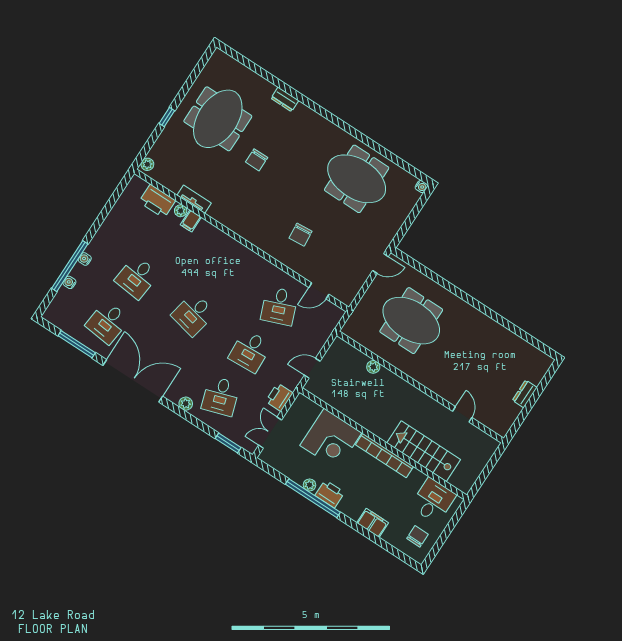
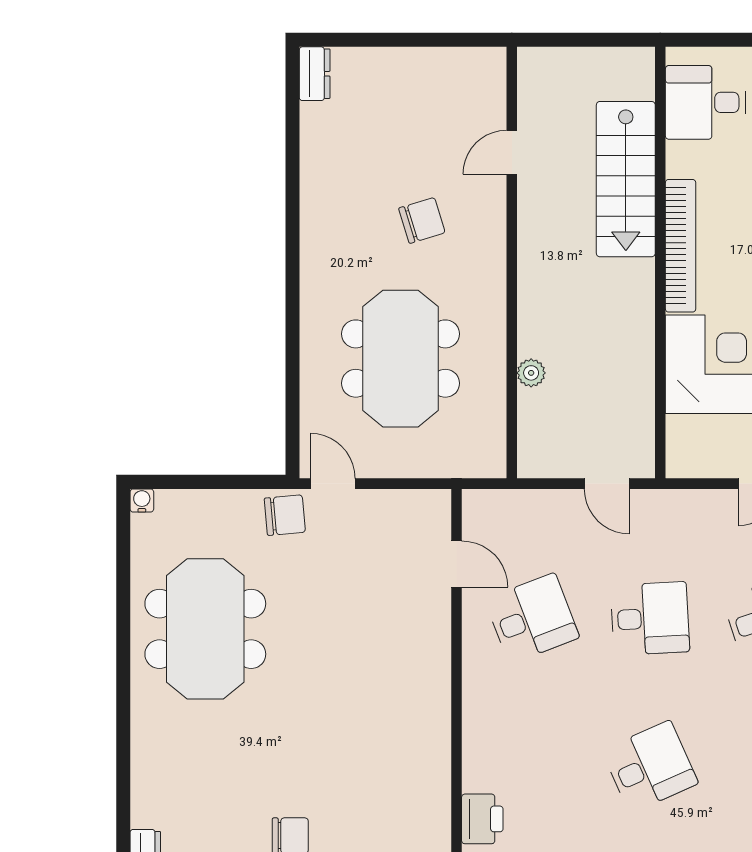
chair: (301, 235) -> (285, 515), moved
desk: (193, 314) -> (650, 767), turned -36
chair: (459, 363) -> (422, 220), added
dresser: (525, 394) -> (315, 74), moved, turned -90
printer: (279, 397) -> (482, 819), moved, turned -90

